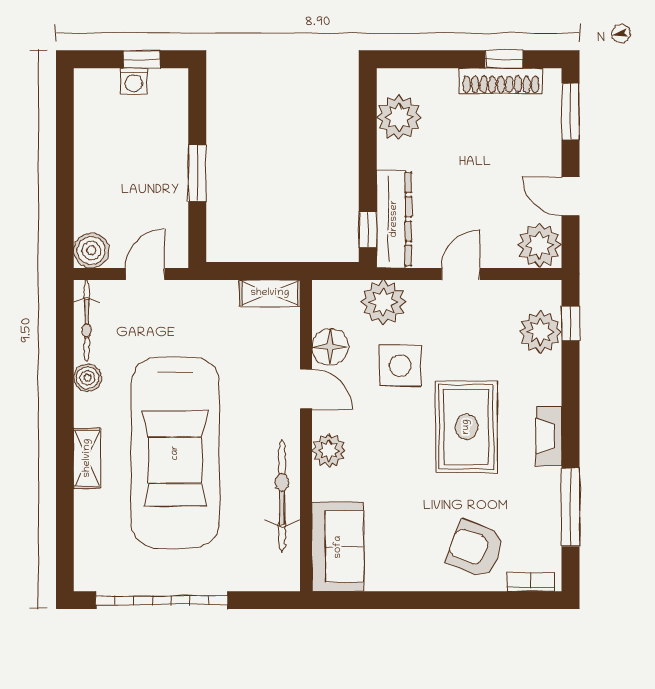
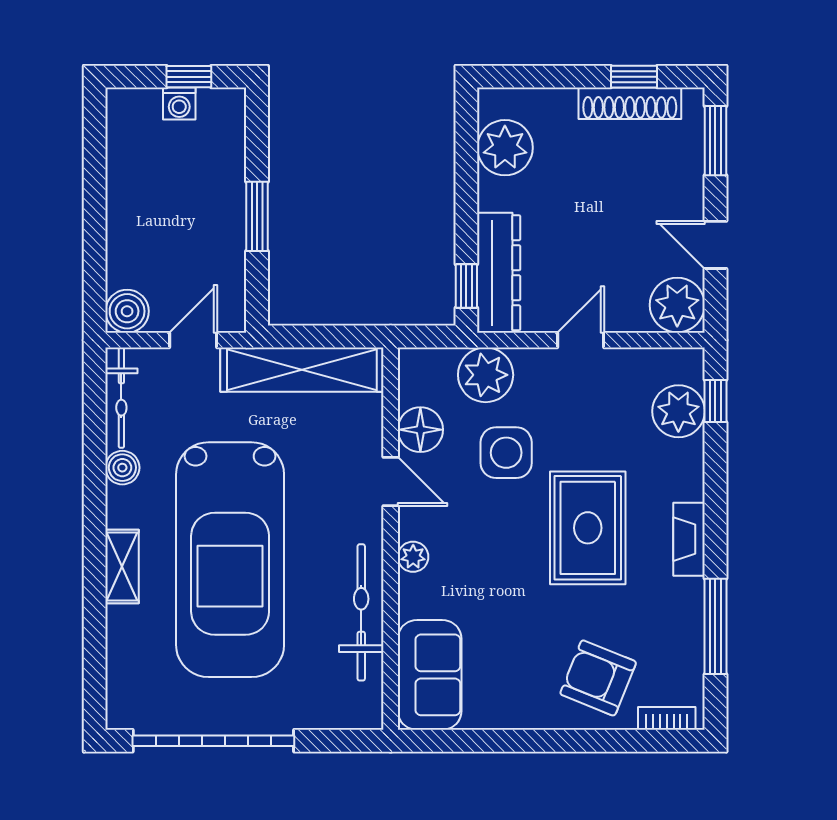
shelving: (270, 293) -> (302, 370), width x2.20, depth x1.33
plant: (329, 450) -> (413, 557), width x0.73, depth x0.73

